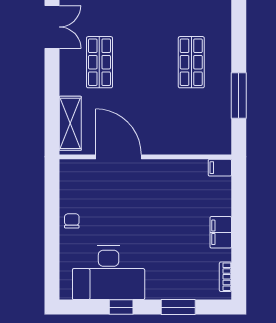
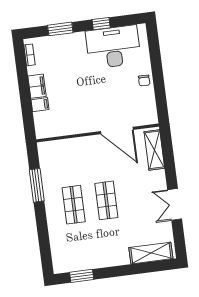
double door: (52, 27) -> (175, 204), moved
shop shelf: (99, 62) -> (106, 200), moved
filing cabinet: (220, 168) -> (40, 105), moved

